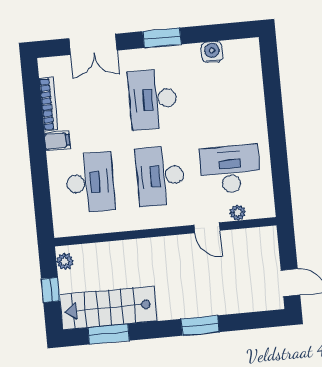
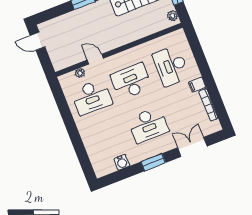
desk: (153, 99) -> (148, 125), turned 90
desk: (160, 176) -> (131, 81), turned -90

